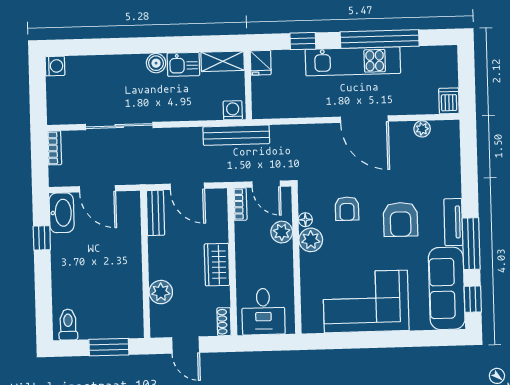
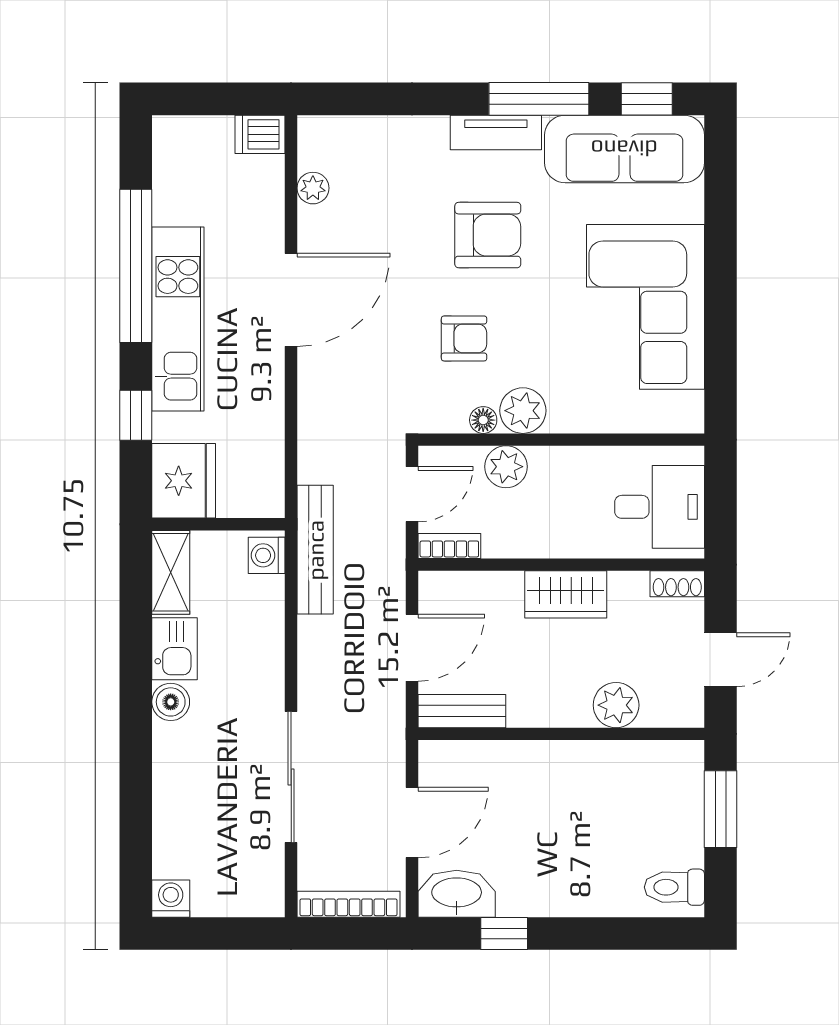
fridge: (261, 63) -> (184, 481), width x1.88, depth x1.34
bookcase: (54, 148) -> (349, 904), width x1.56

